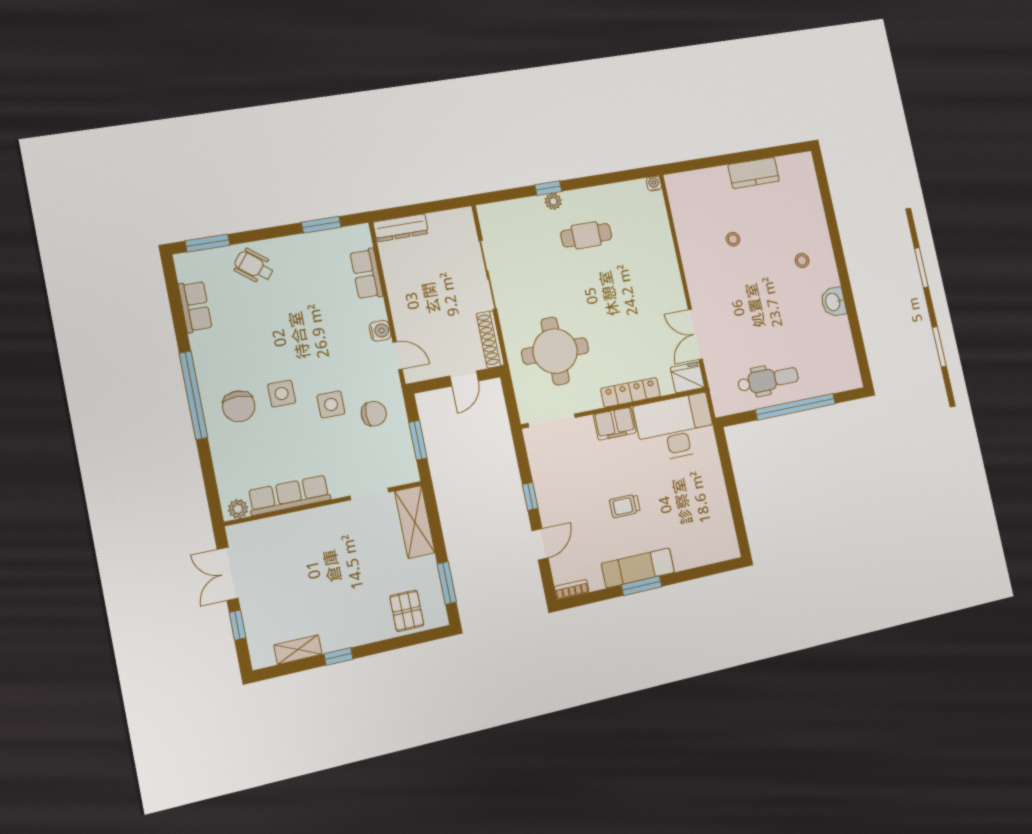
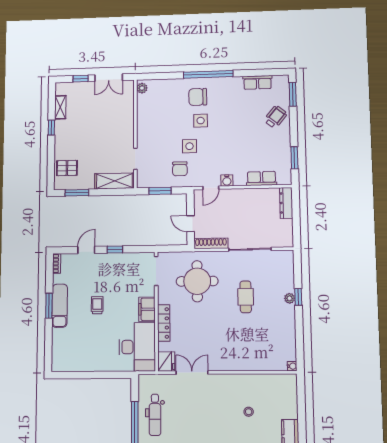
cafe table: (586, 235) -> (246, 297), moved
row of seats: (289, 495) -> (144, 116), removed
door: (540, 544) -> (86, 250), swing flipped
double door: (228, 574) -> (109, 78), swing flipped

